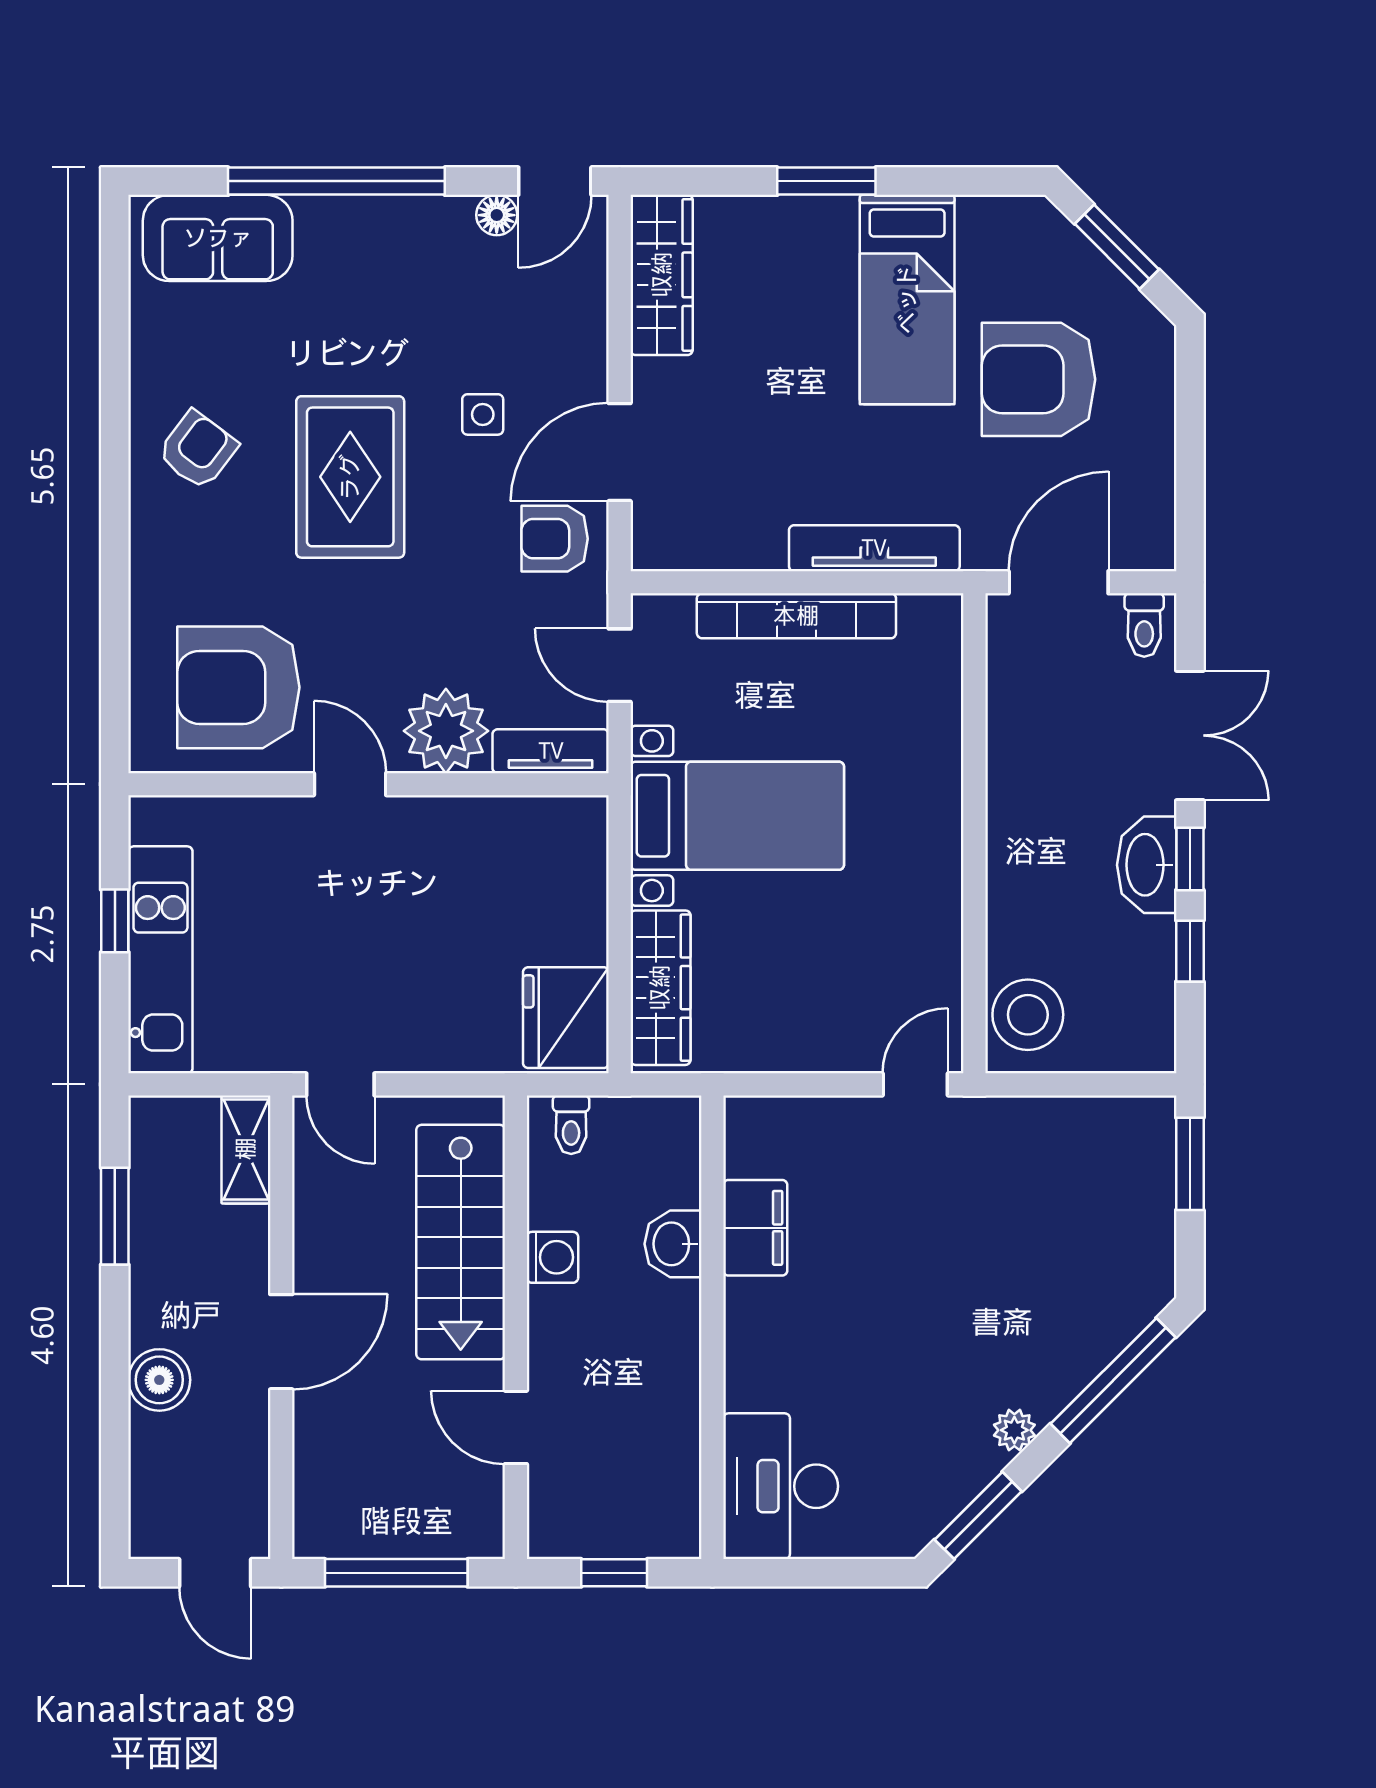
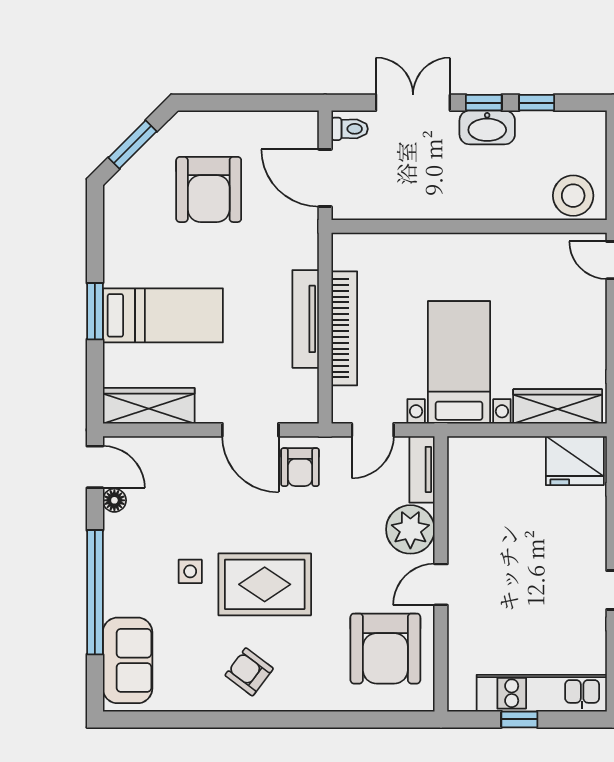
bed: (907, 300) -> (163, 315), moved
side table: (483, 414) -> (190, 571), moved
tv unit: (874, 548) -> (306, 319), moved

